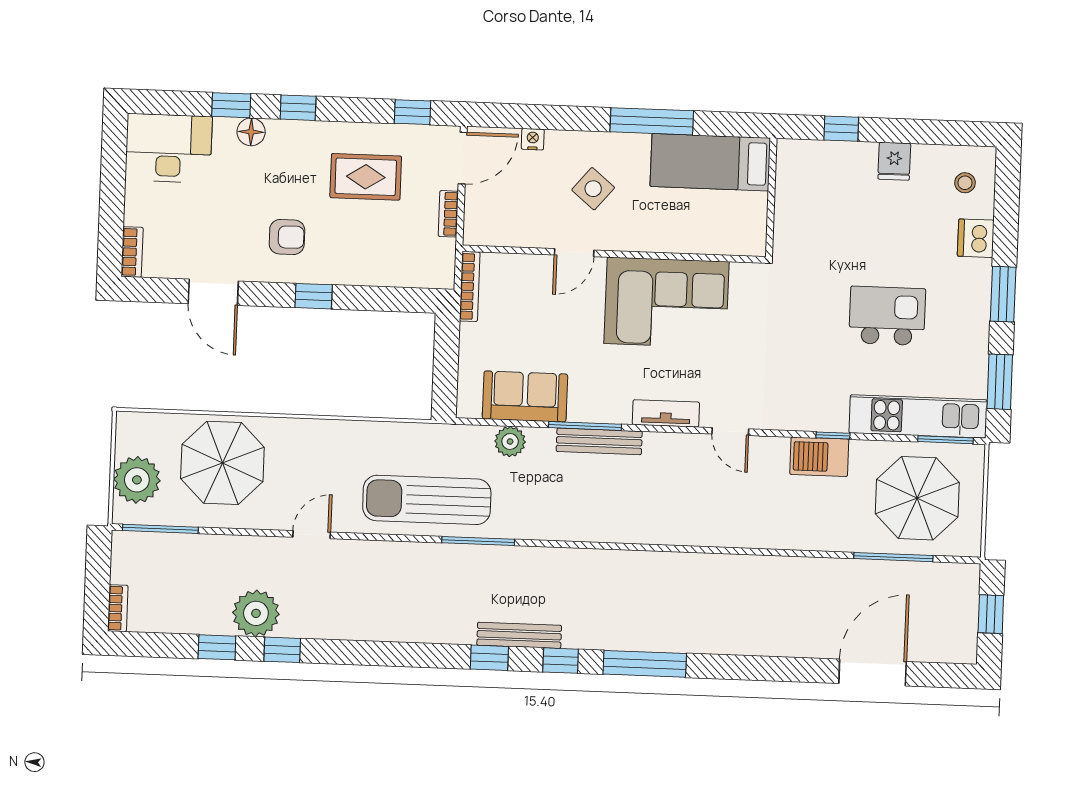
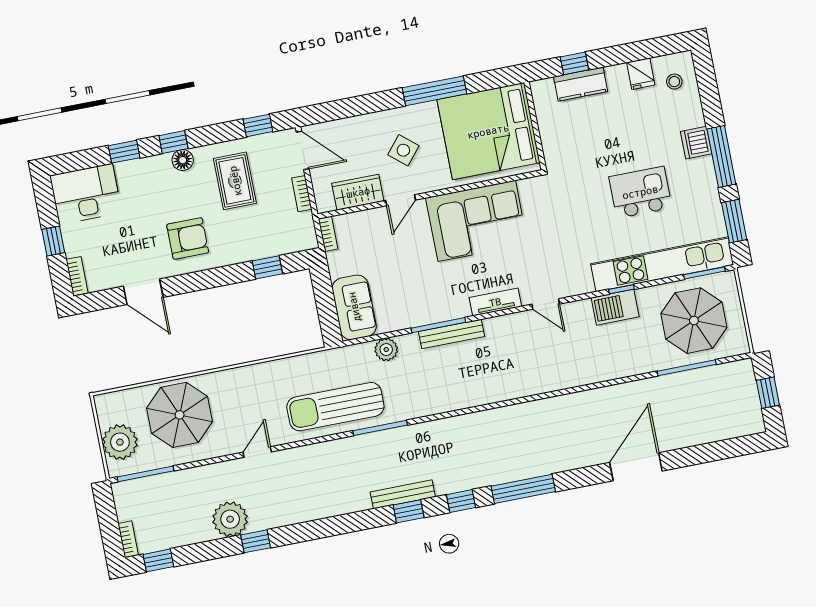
floor lamp: (251, 132) -> (183, 160), moved
nightstand: (533, 139) -> (351, 124), removed
kitchen counter: (843, 157) -> (581, 84), added
door: (463, 158) -> (303, 150), hinge flipped
fridge: (894, 161) -> (641, 74), moved
bed: (710, 162) -> (488, 131), width x2.04
rug: (366, 177) -> (235, 181), turned 90
window: (112, 199) -> (53, 241), added
wardrobe: (521, 229) -> (358, 192), added
armchair: (287, 237) -> (188, 238), width x1.38, depth x1.38
dishwasher: (976, 238) -> (696, 143), moved
bookcase: (470, 286) -> (328, 234), width x0.64
window: (1003, 294) -> (721, 156), width x1.44
window: (314, 296) -> (267, 267), moved
sofa: (525, 396) -> (354, 307), moved, turned 90
kitchen unit: (918, 416) -> (662, 264), width x1.36
bench: (519, 635) -> (403, 494), moved
window: (217, 647) -> (158, 560), moved
door: (873, 673) -> (636, 467), moved

